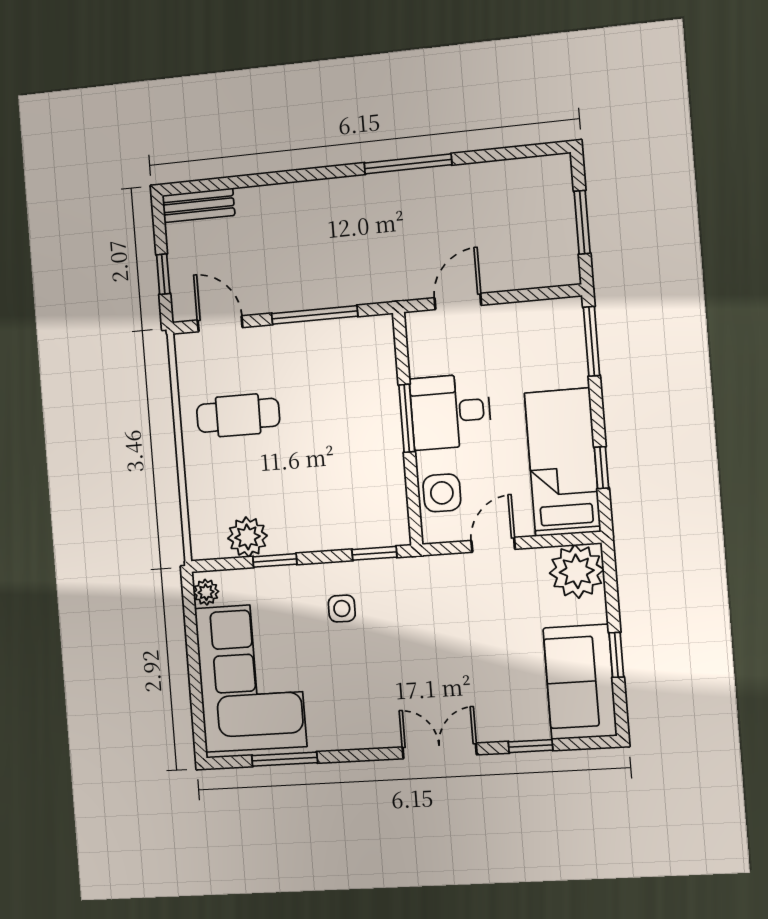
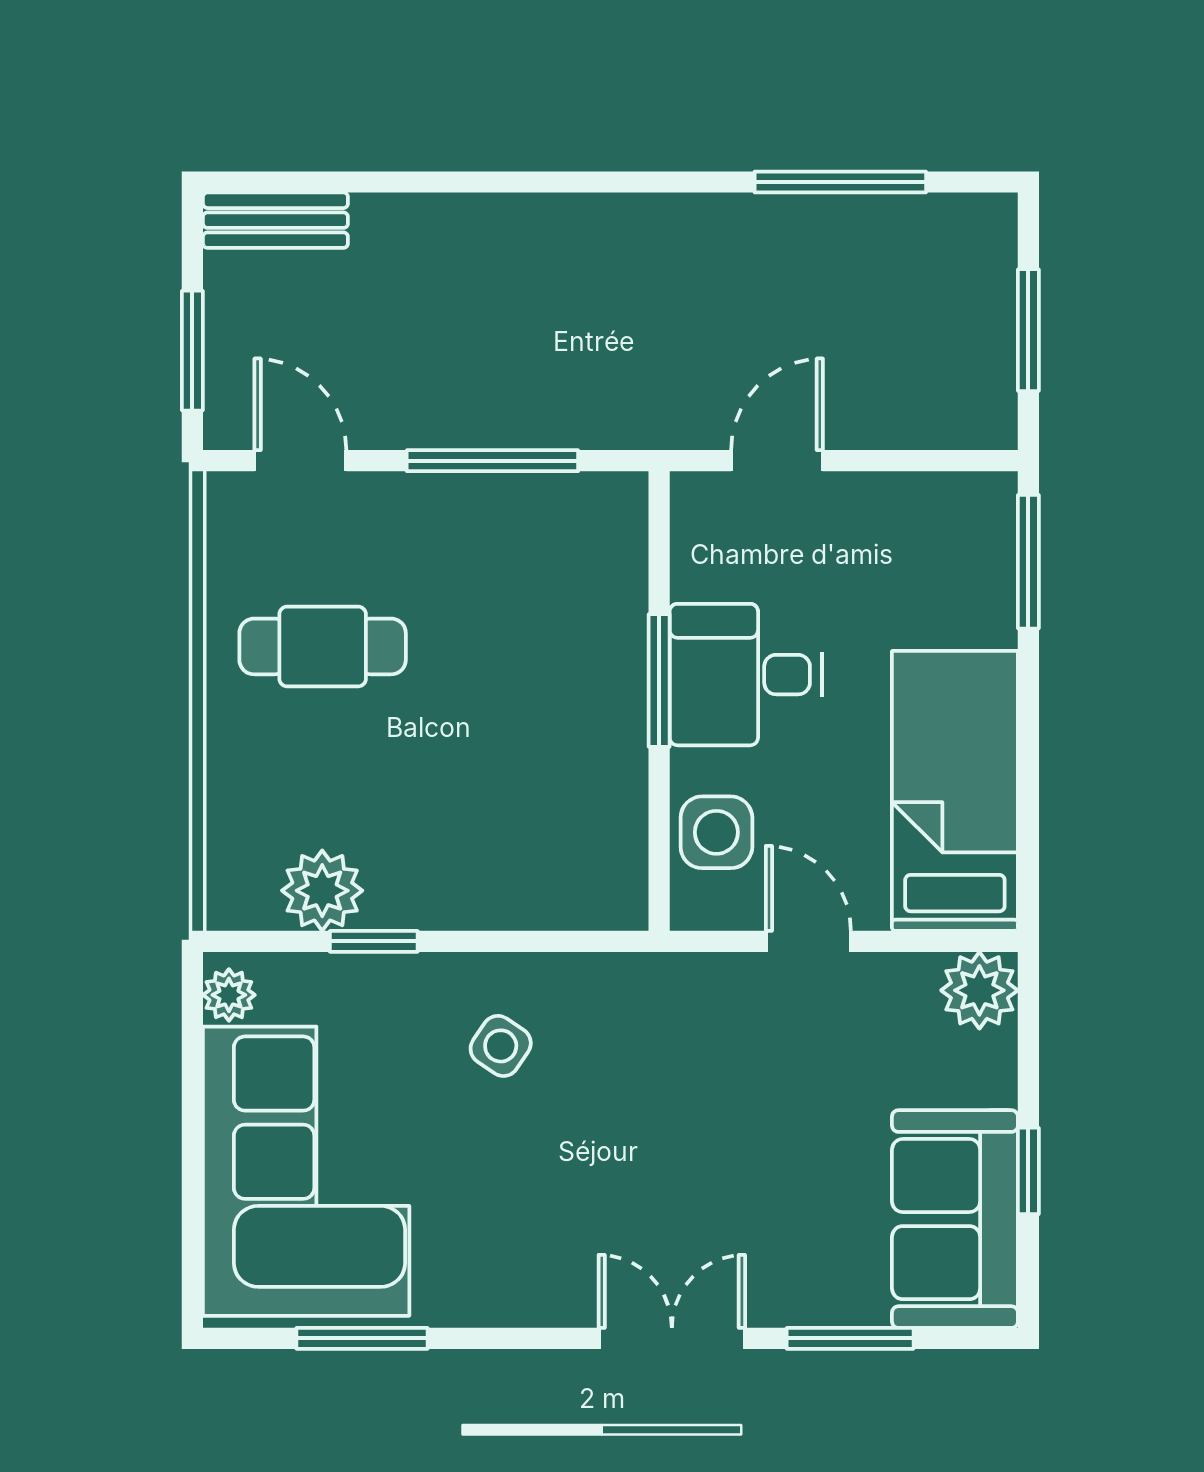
window: (408, 164) -> (840, 182), moved
window: (163, 274) -> (192, 351), width x1.50
window: (602, 468) -> (1028, 807), removed
door: (493, 545) -> (808, 941), hinge flipped
window: (374, 553) -> (574, 941), removed
plant: (577, 571) -> (979, 990), width x0.73, depth x0.73
side table: (342, 609) -> (501, 1046), turned 34
window: (531, 746) -> (850, 1338), width x1.50

